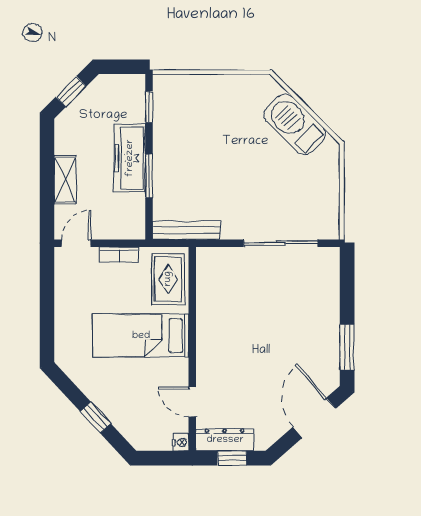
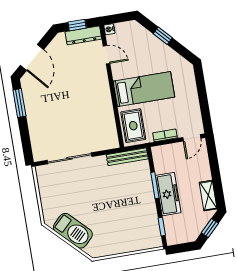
shelving: (65, 180) -> (208, 196), moved

